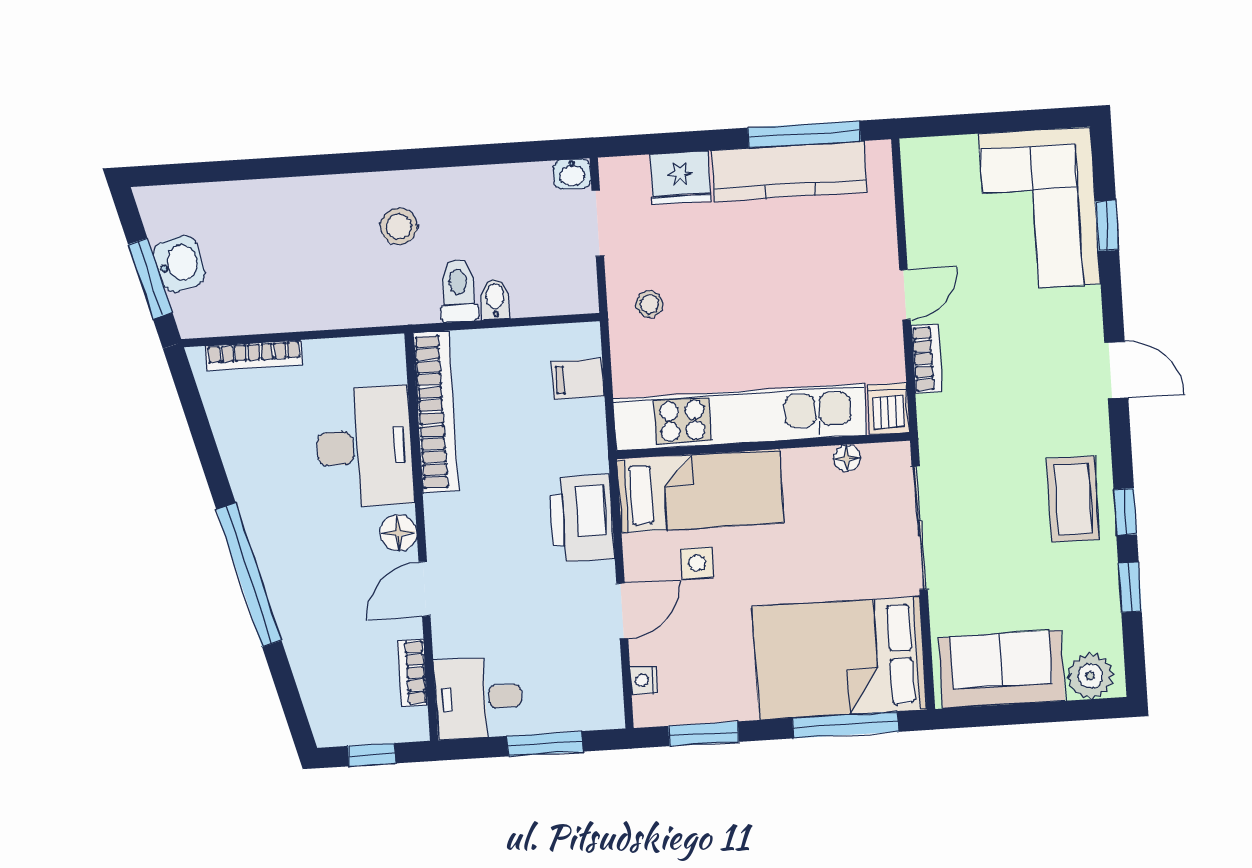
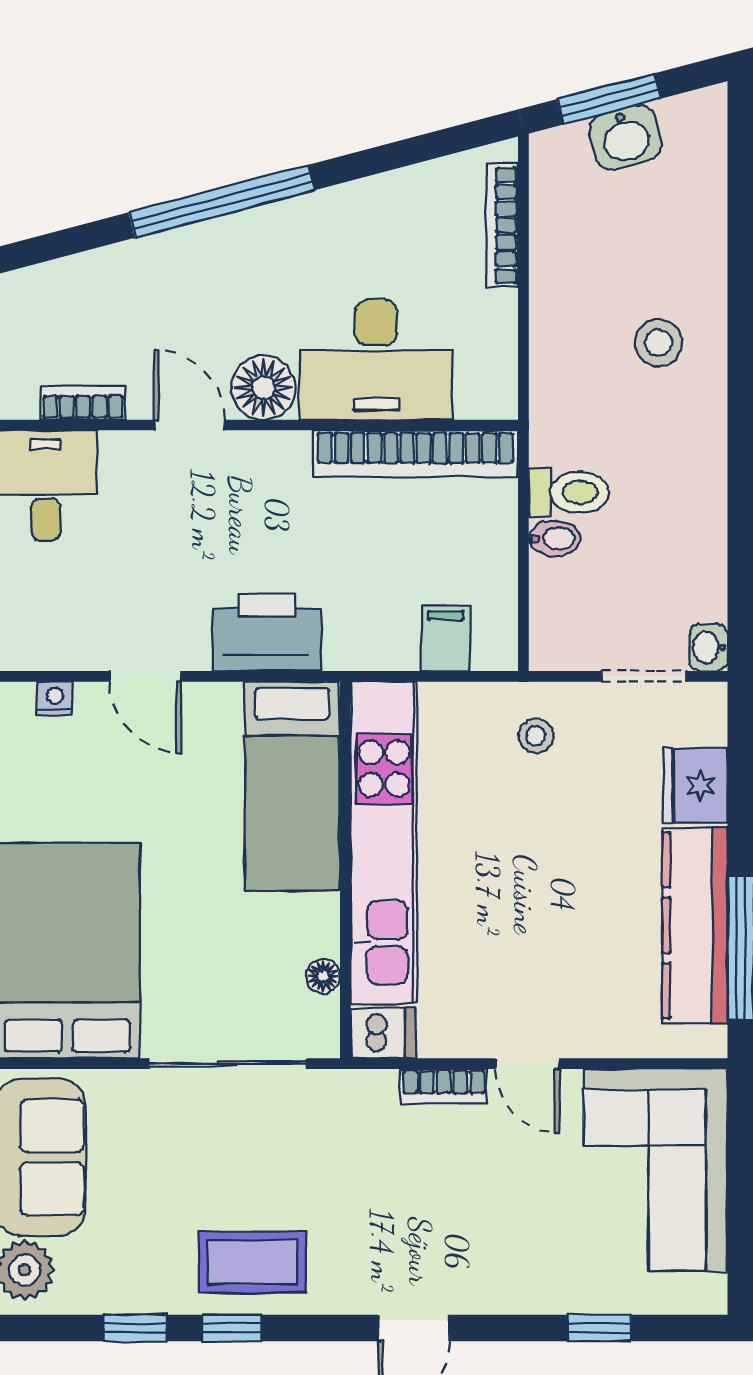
corner sofa: (1040, 209) -> (656, 1170), moved, turned -90
stool: (399, 226) -> (658, 343), moved
floor lamp: (399, 533) -> (264, 388), width x1.38, depth x1.38
side table: (697, 563) -> (201, 776), removed

